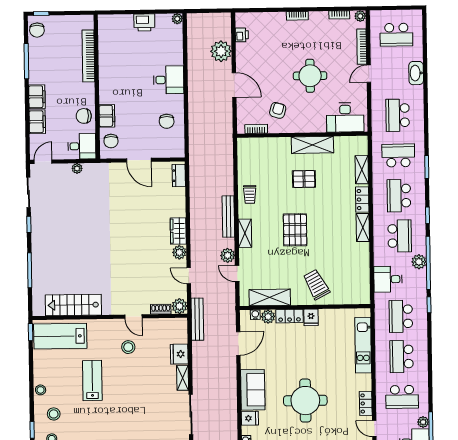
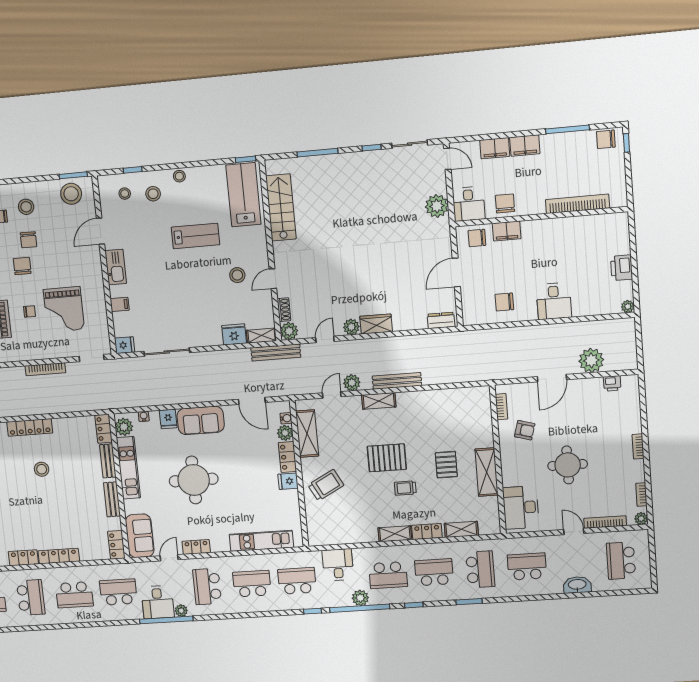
plant: (77, 168) -> (437, 206), width x1.88, depth x1.88
trolley: (250, 194) -> (405, 488), moved
shelving: (183, 378) -> (261, 336), moved

